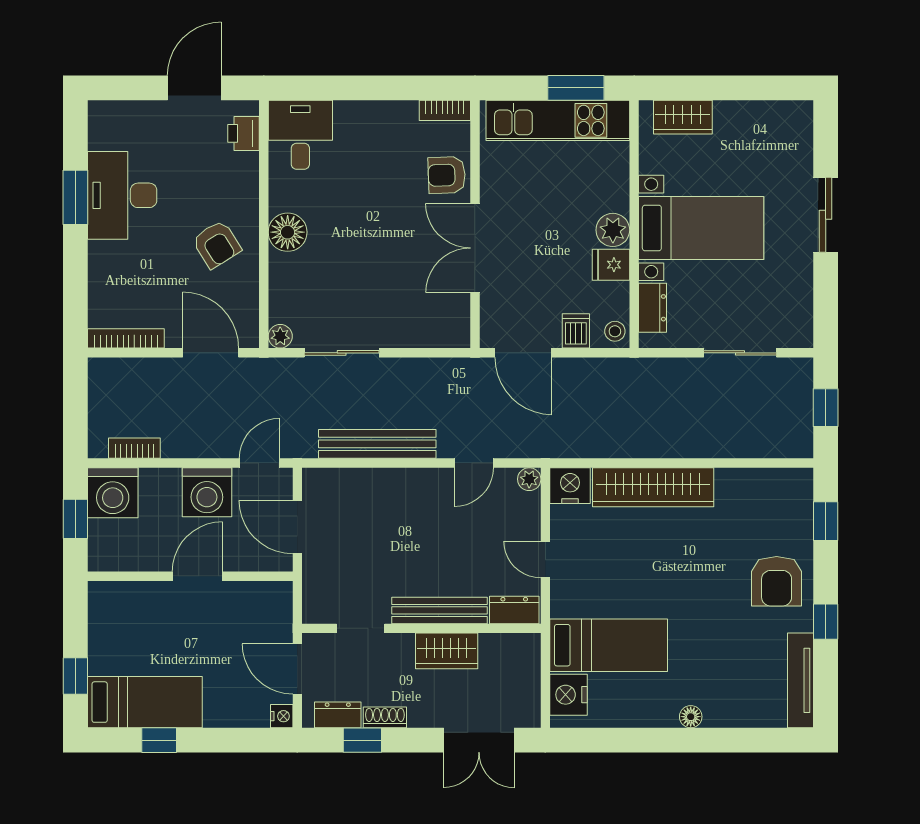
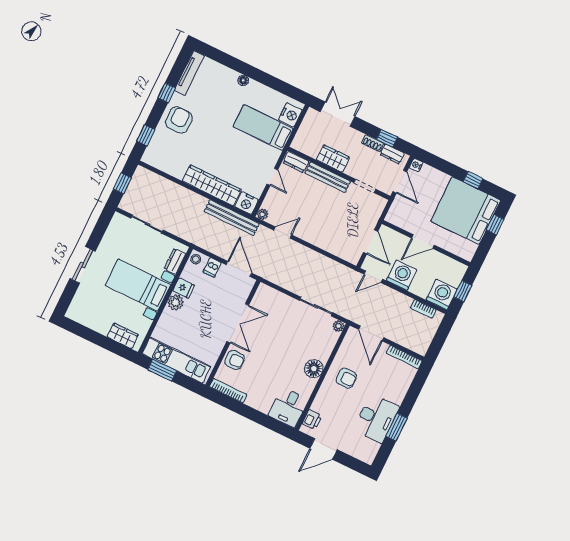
bookcase: (445, 110) -> (228, 391), width x1.56
armchair: (217, 244) -> (346, 378), turned 122
bench: (377, 444) -> (232, 218), moved
bed: (145, 702) -> (466, 211), width x2.04

